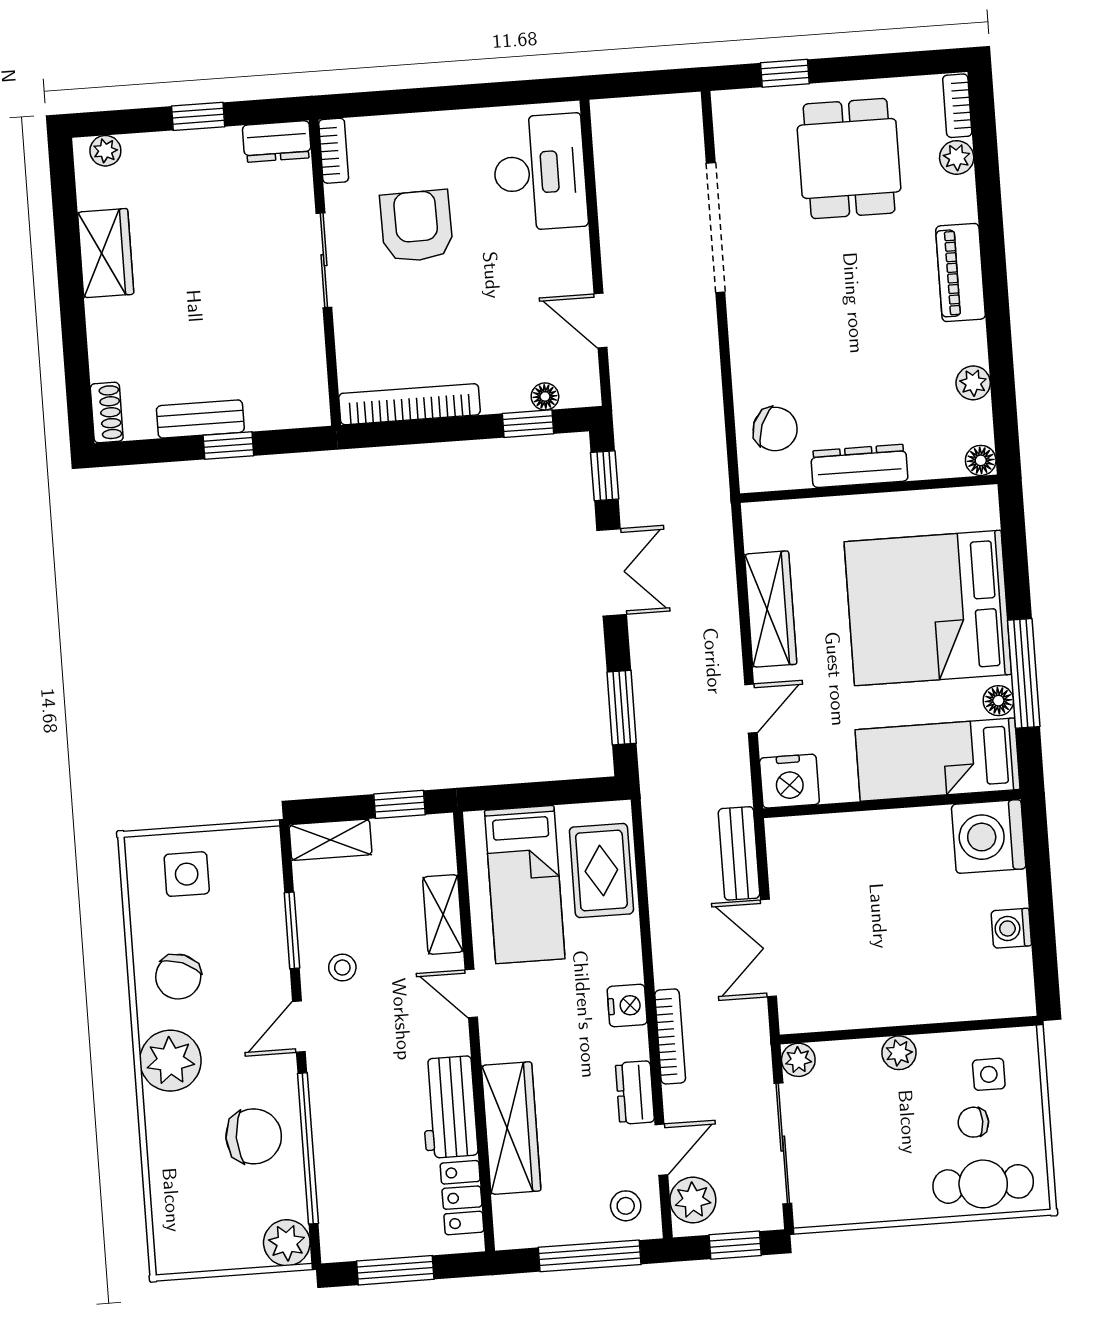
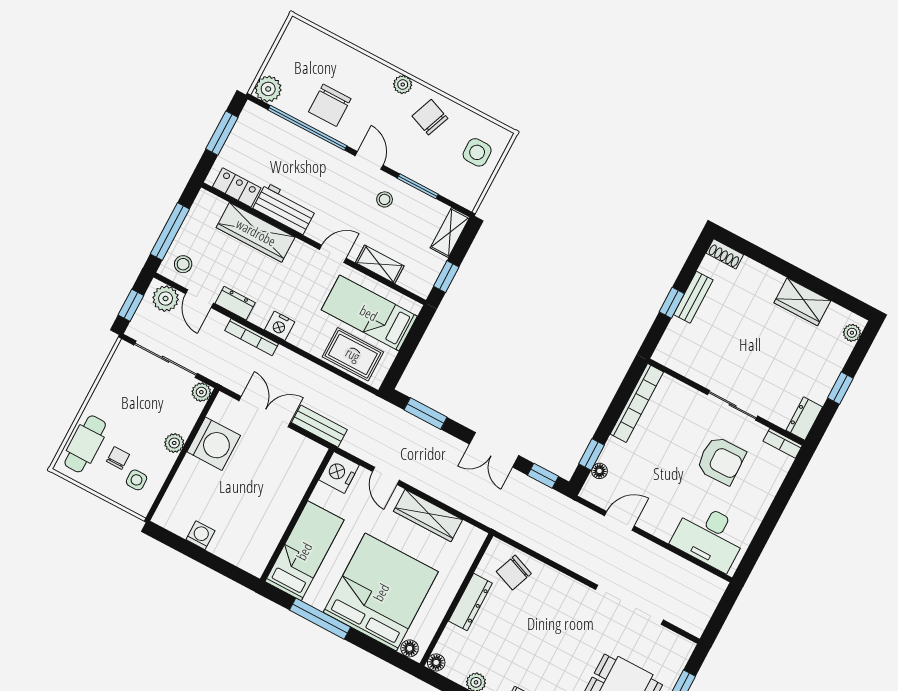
floor lamp: (998, 701) -> (410, 648), moved
washing machine: (989, 837) -> (214, 444), moved, turned 90
plant: (170, 1061) -> (403, 85), width x0.53, depth x0.53

